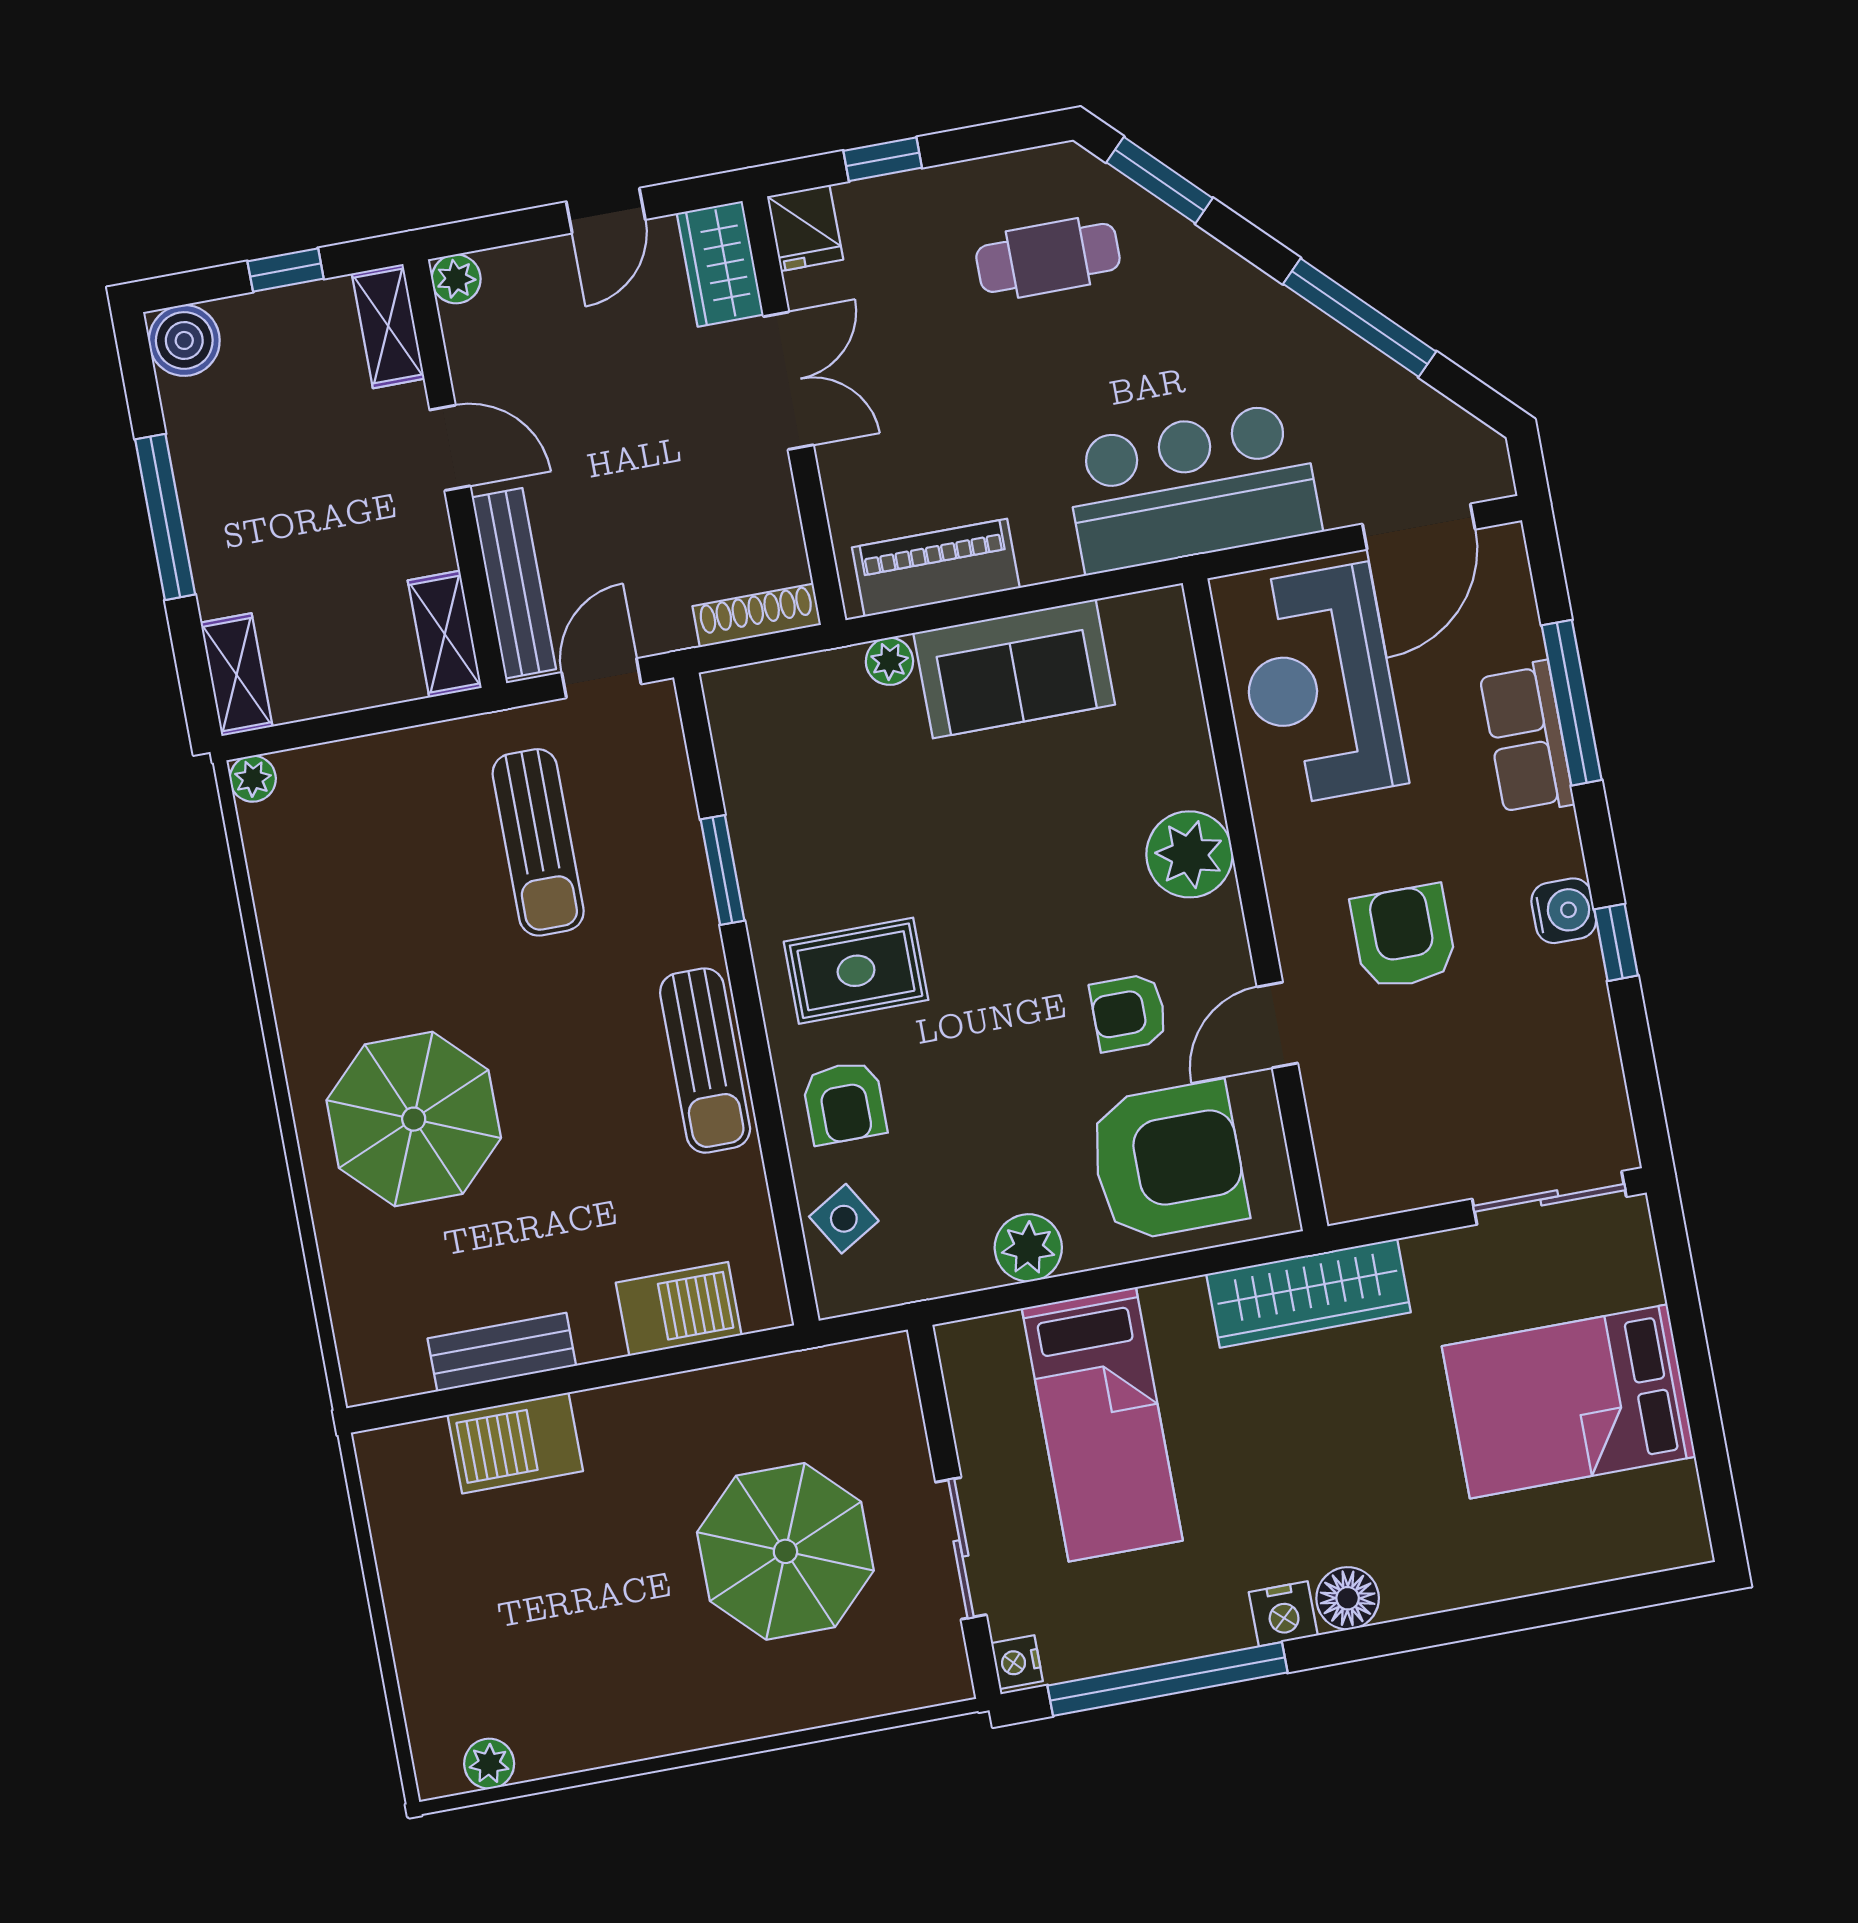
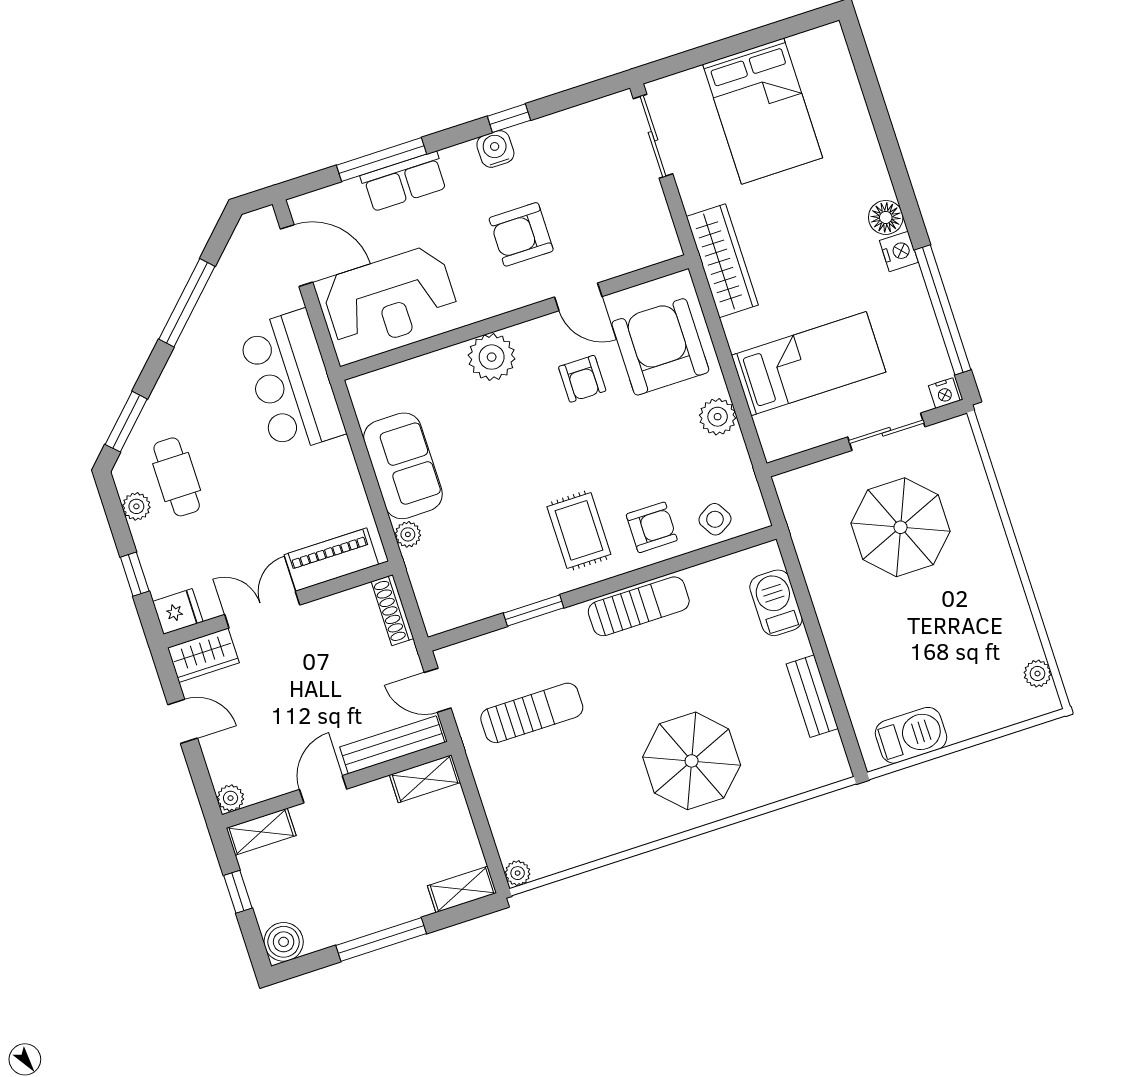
plant: (1004, 178) -> (136, 506), added
piano: (936, 568) -> (331, 560), moved, turned 90
barbecue: (515, 1443) -> (911, 735), moved, turned -90

